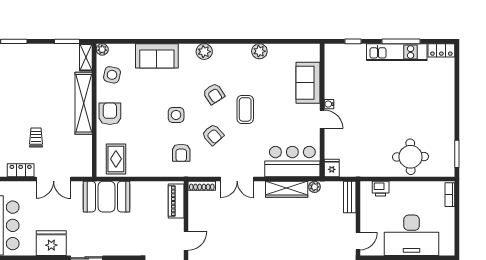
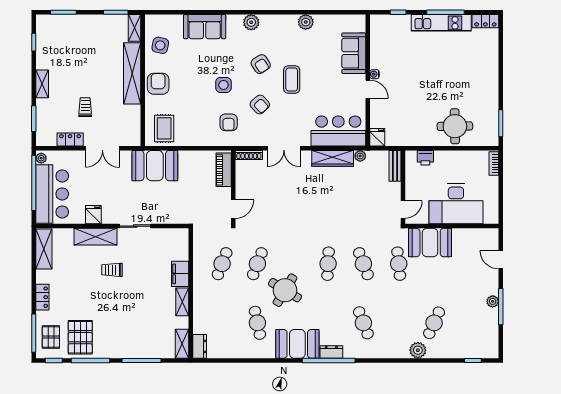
plant: (102, 49) -> (151, 20), removed
fridge: (51, 243) -> (93, 215), width x0.53, depth x0.75

